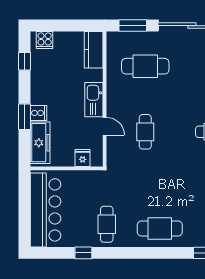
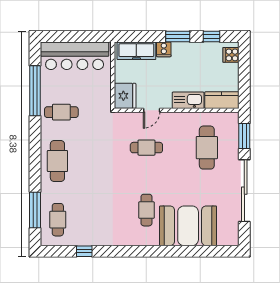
kitchen sink: (94, 100) -> (188, 100), moved
window: (25, 117) -> (178, 37), moved
fridge: (83, 158) -> (125, 96), width x1.88, depth x1.34
window: (83, 253) -> (35, 91), width x3.17

